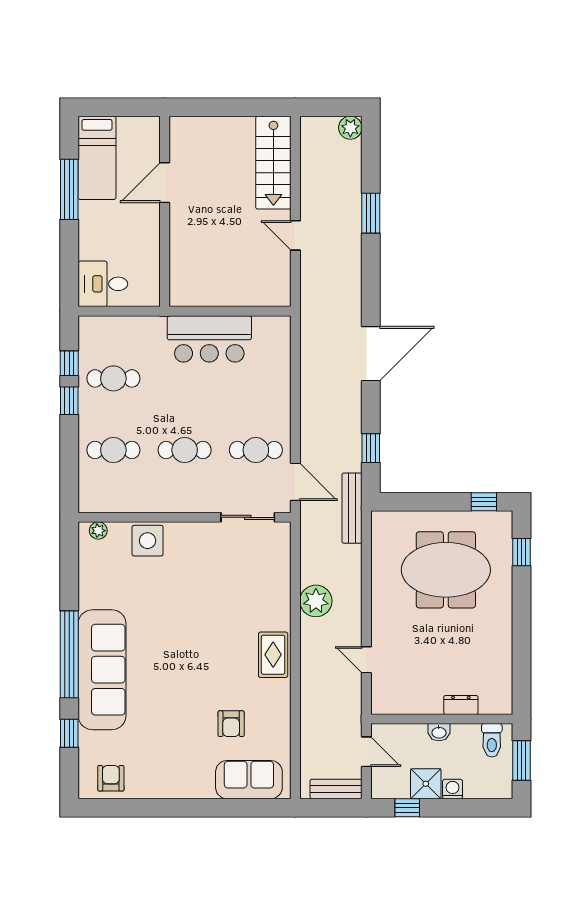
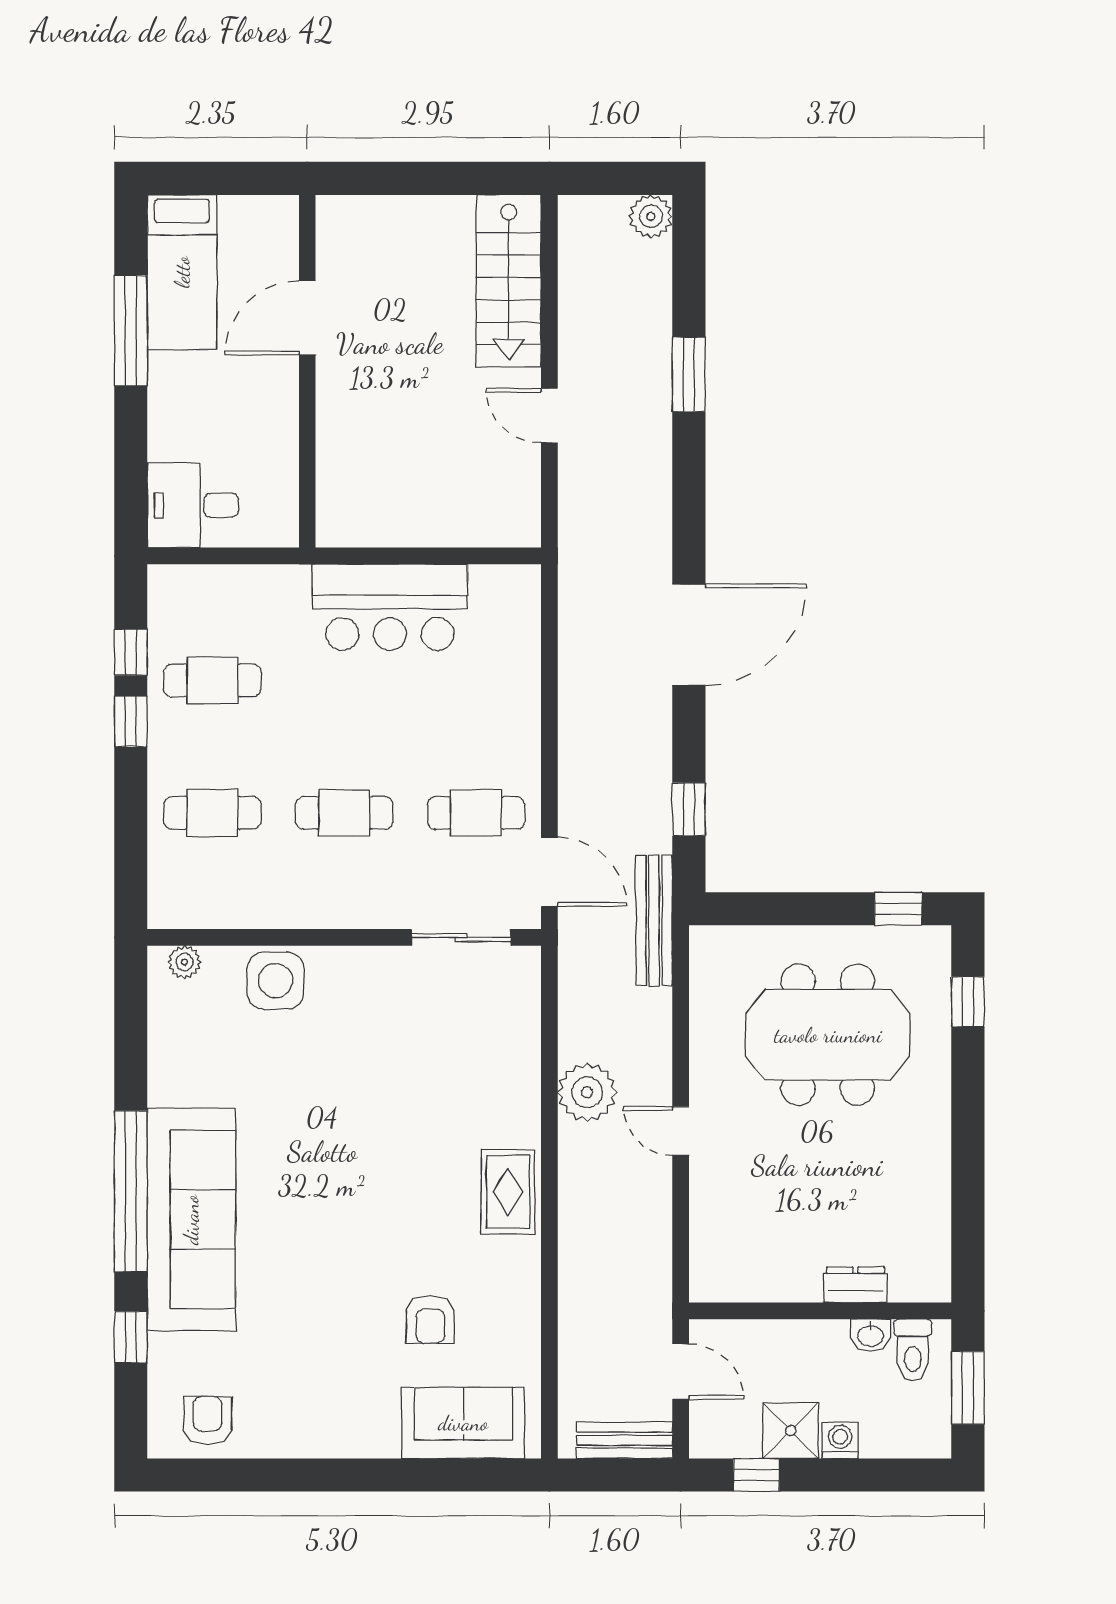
door: (366, 660) -> (681, 1131), moved
washbasin: (439, 732) -> (871, 1335), moved

